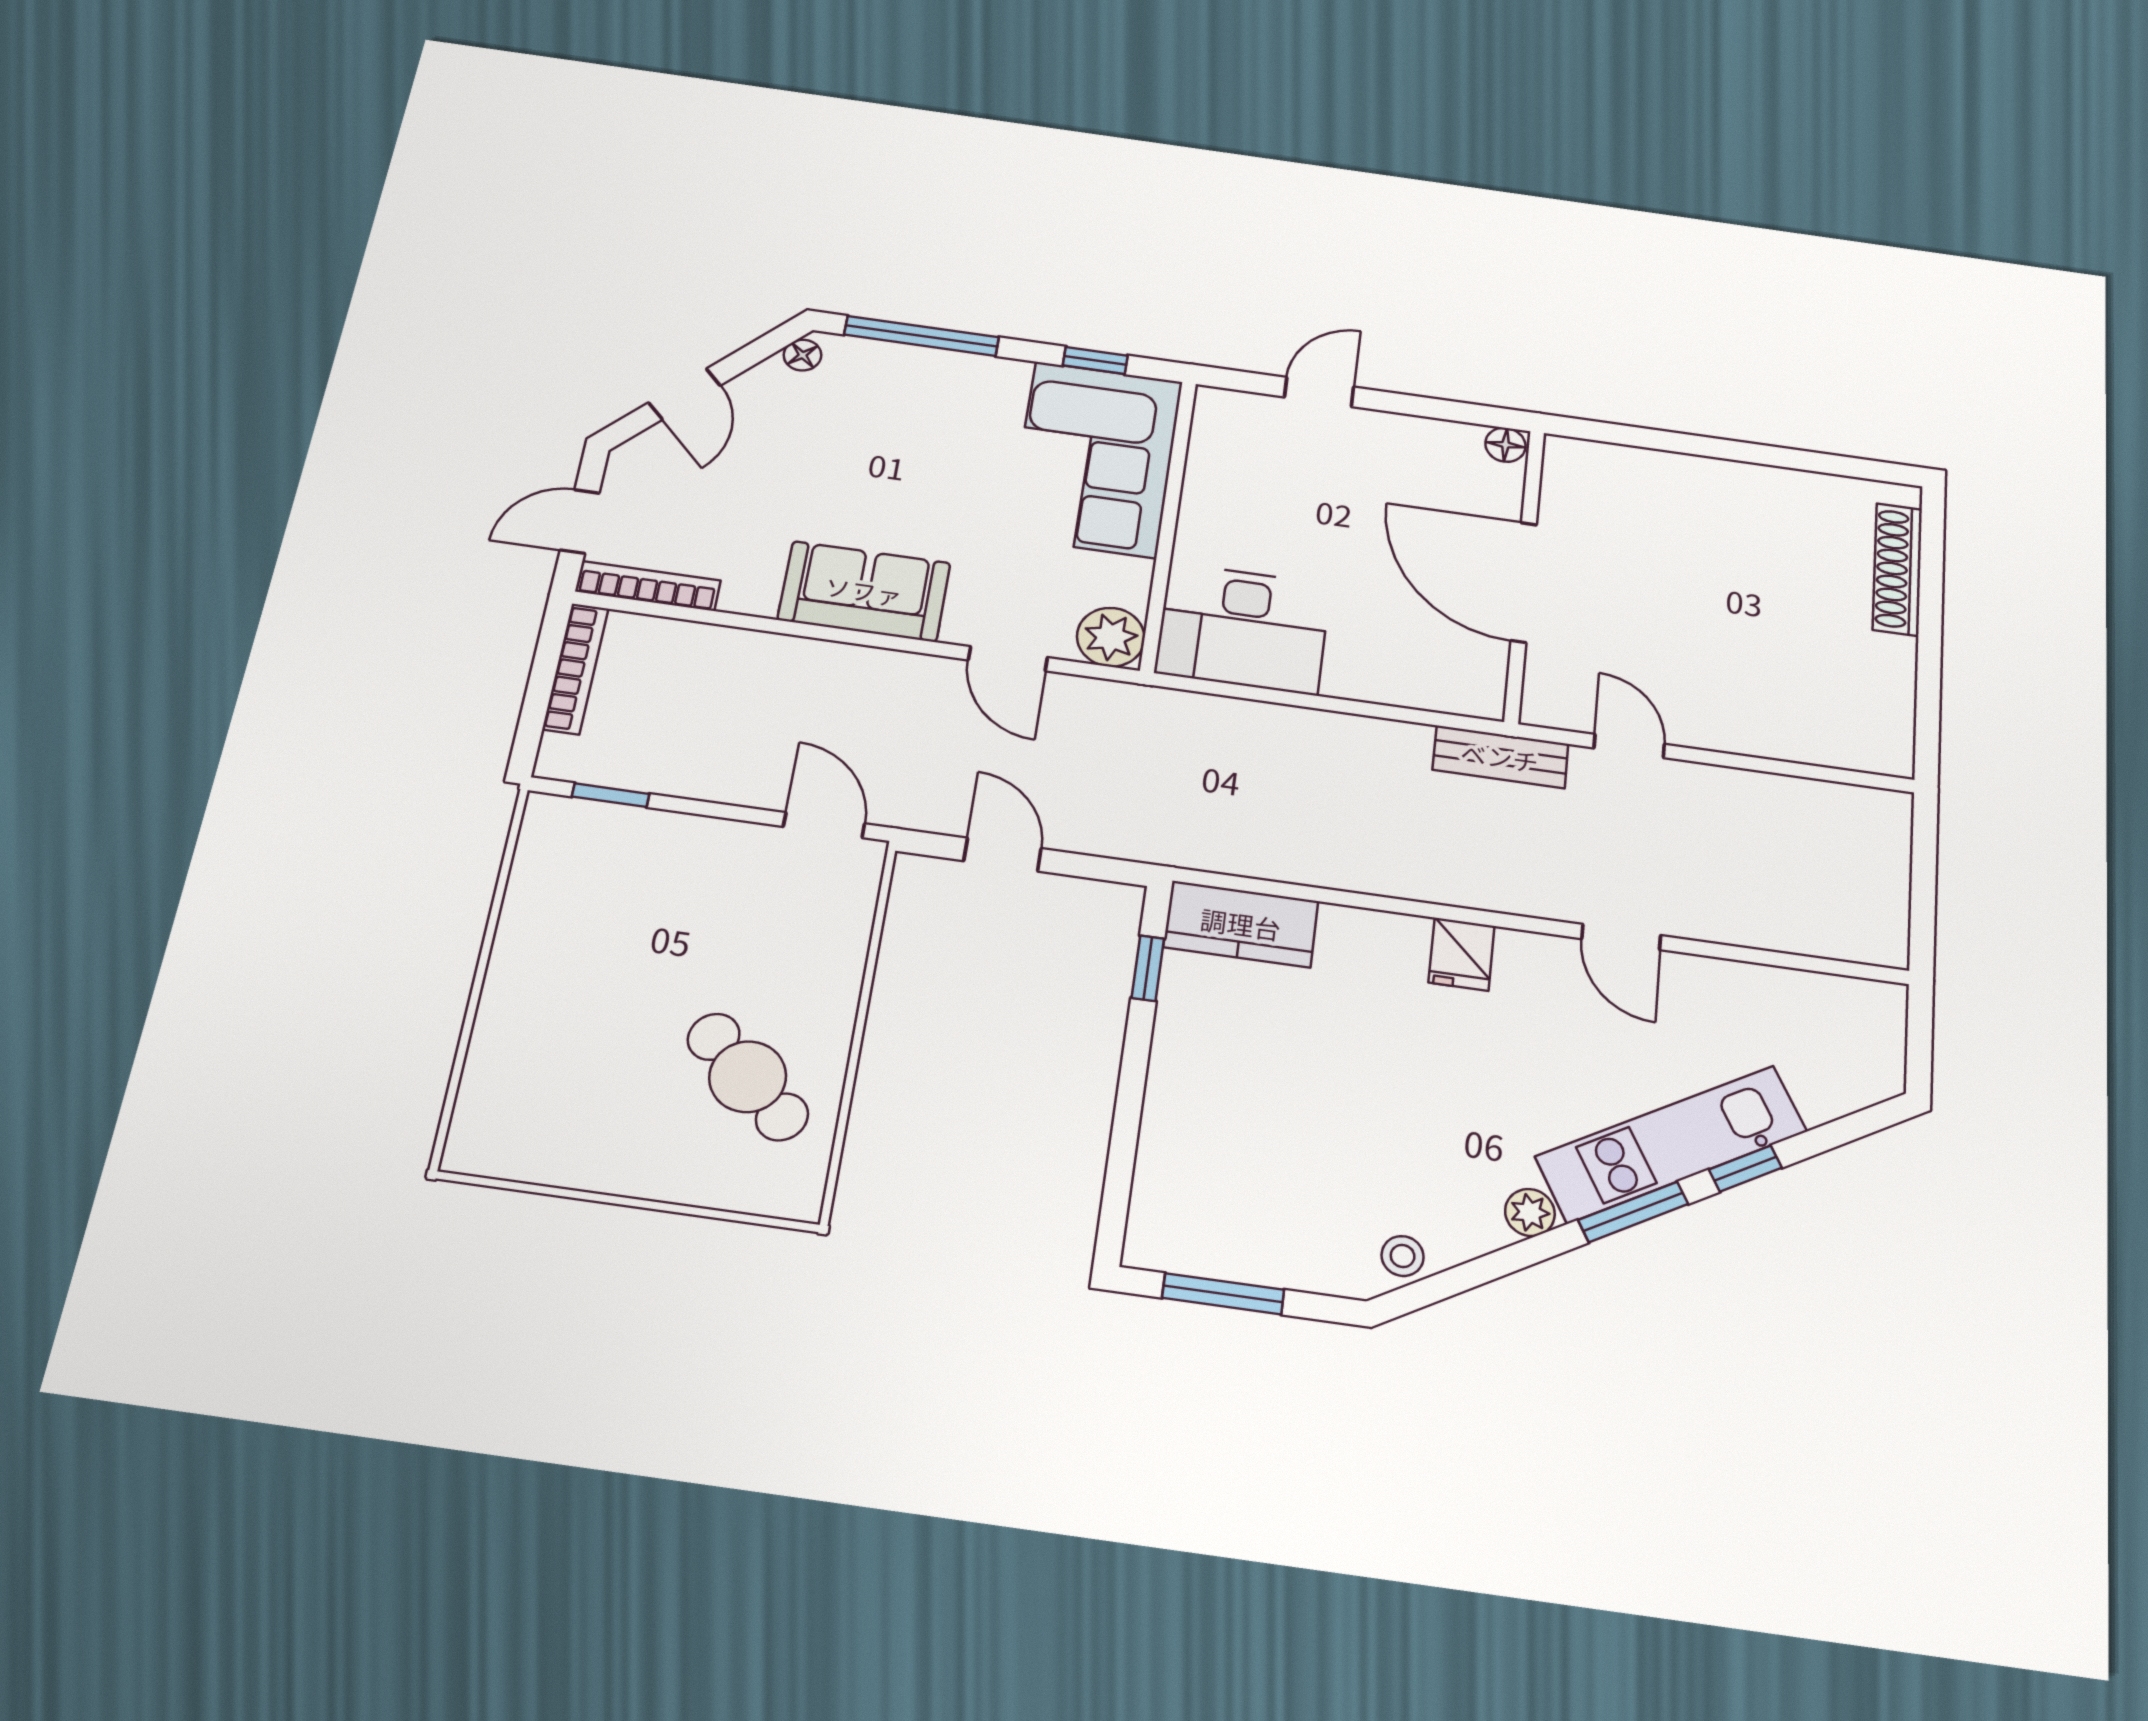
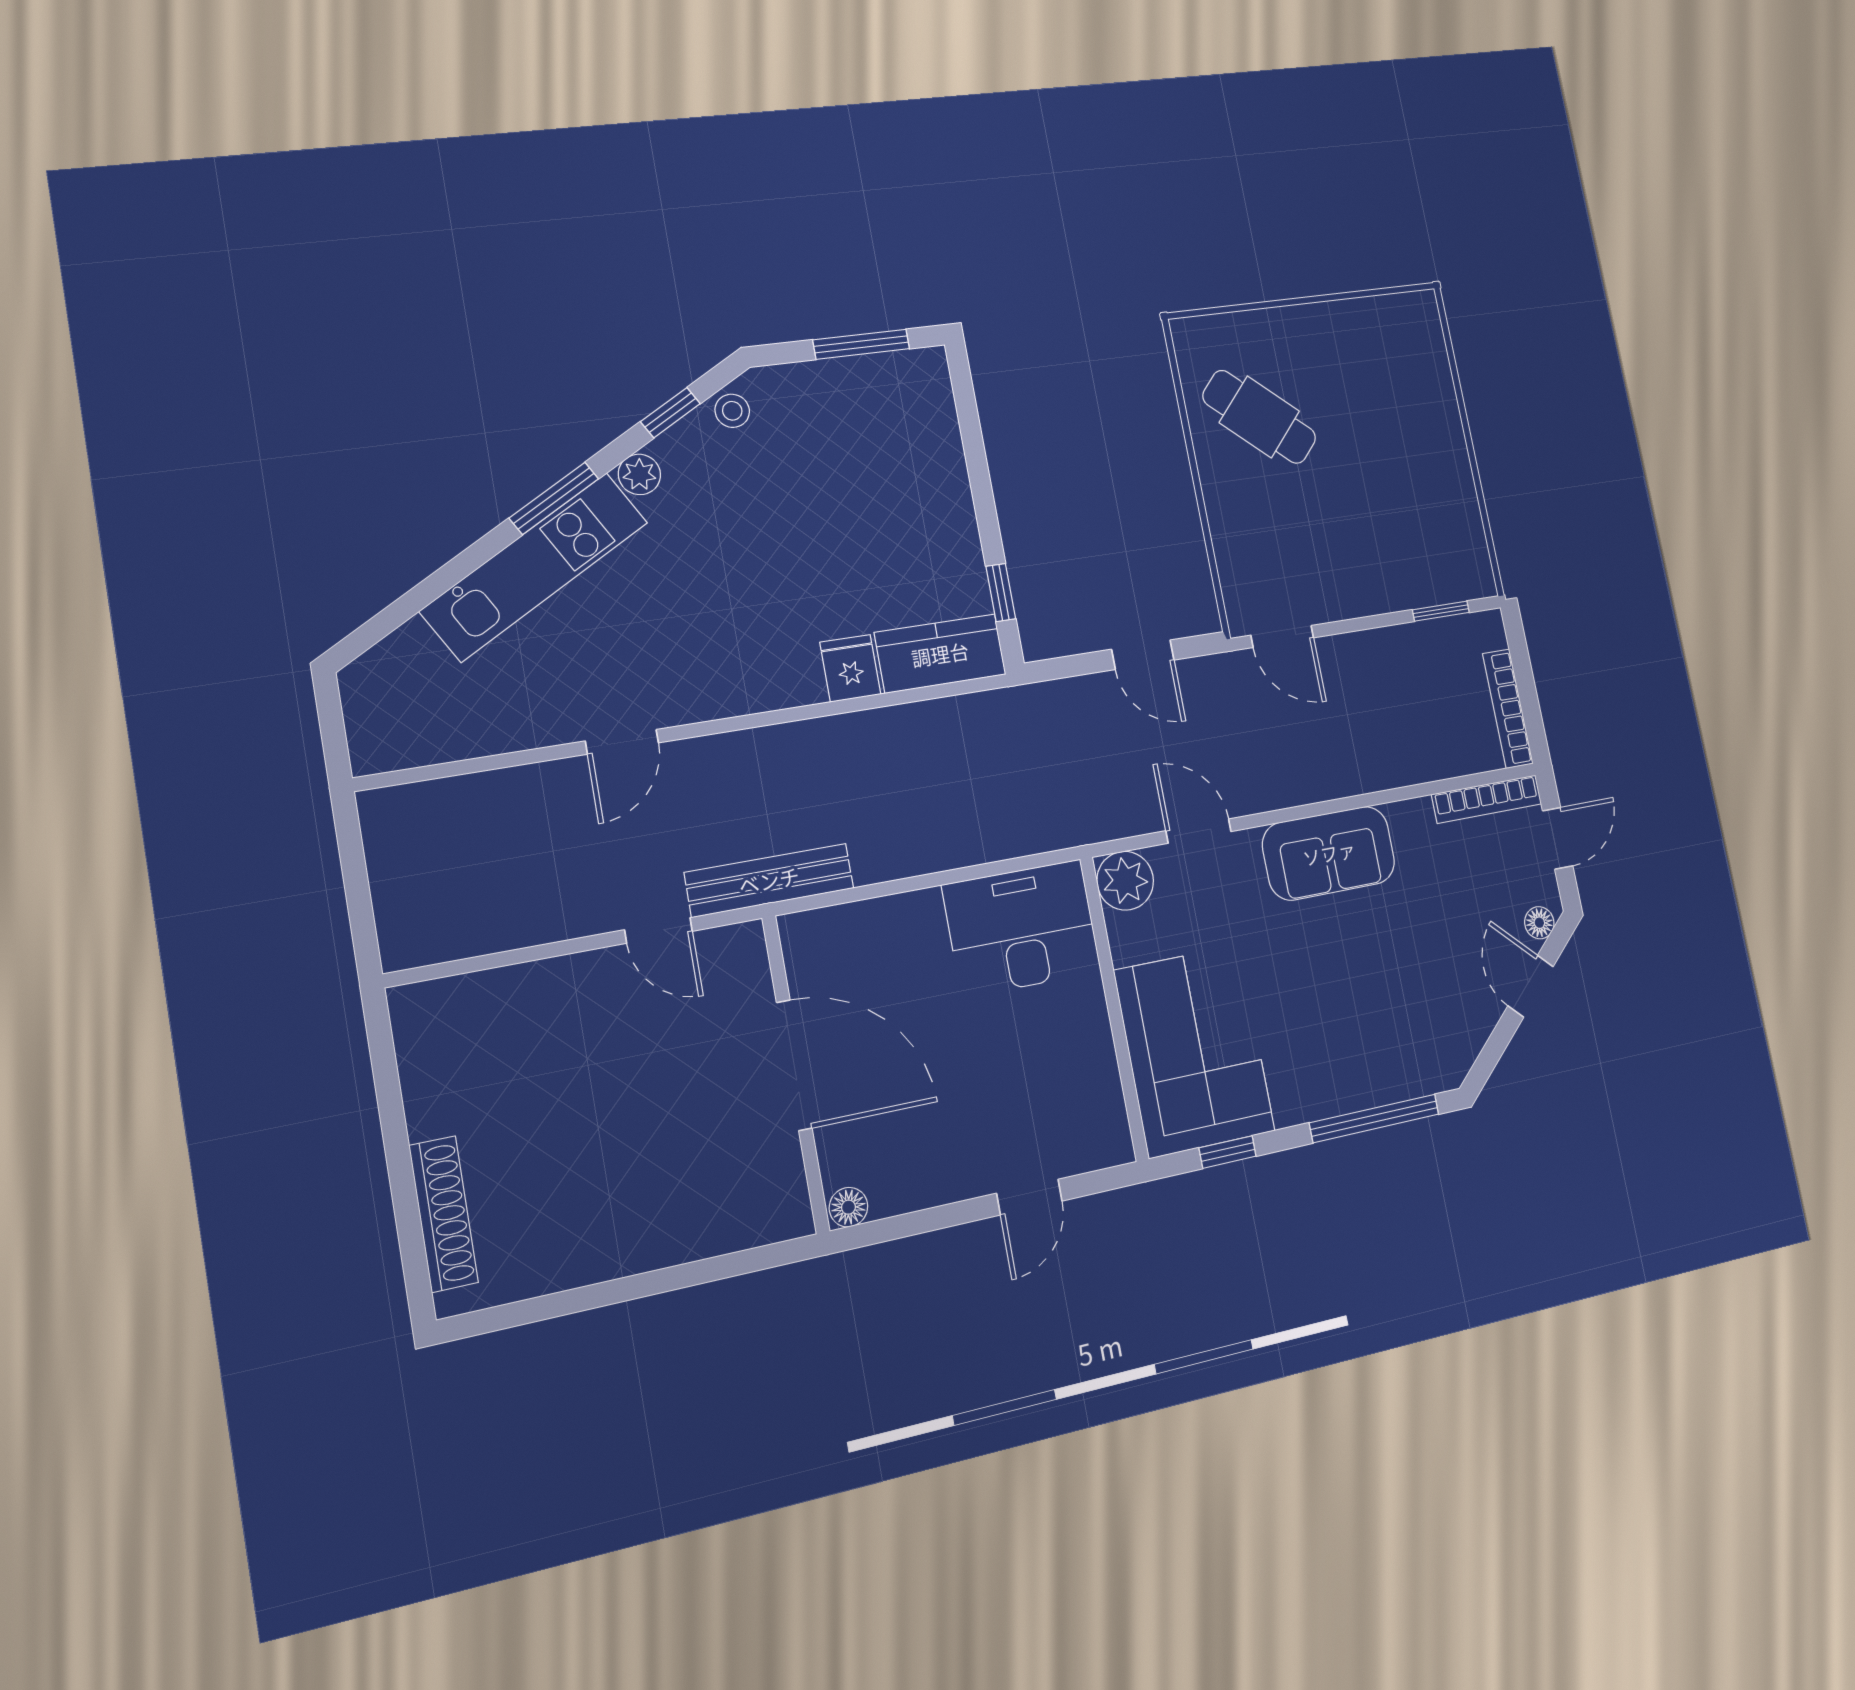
floor lamp: (802, 355) -> (1539, 923), moved
bench: (1500, 757) -> (769, 880), width x1.36
door: (1621, 937) -> (622, 742), swing flipped
fridge: (1462, 954) -> (850, 668), moved
window: (1745, 1169) -> (670, 413), moved

